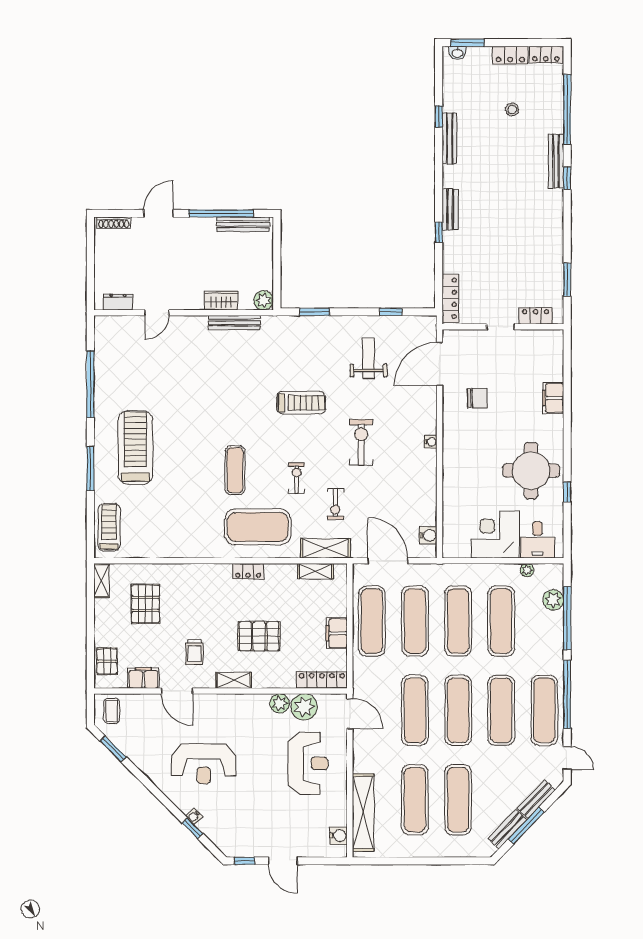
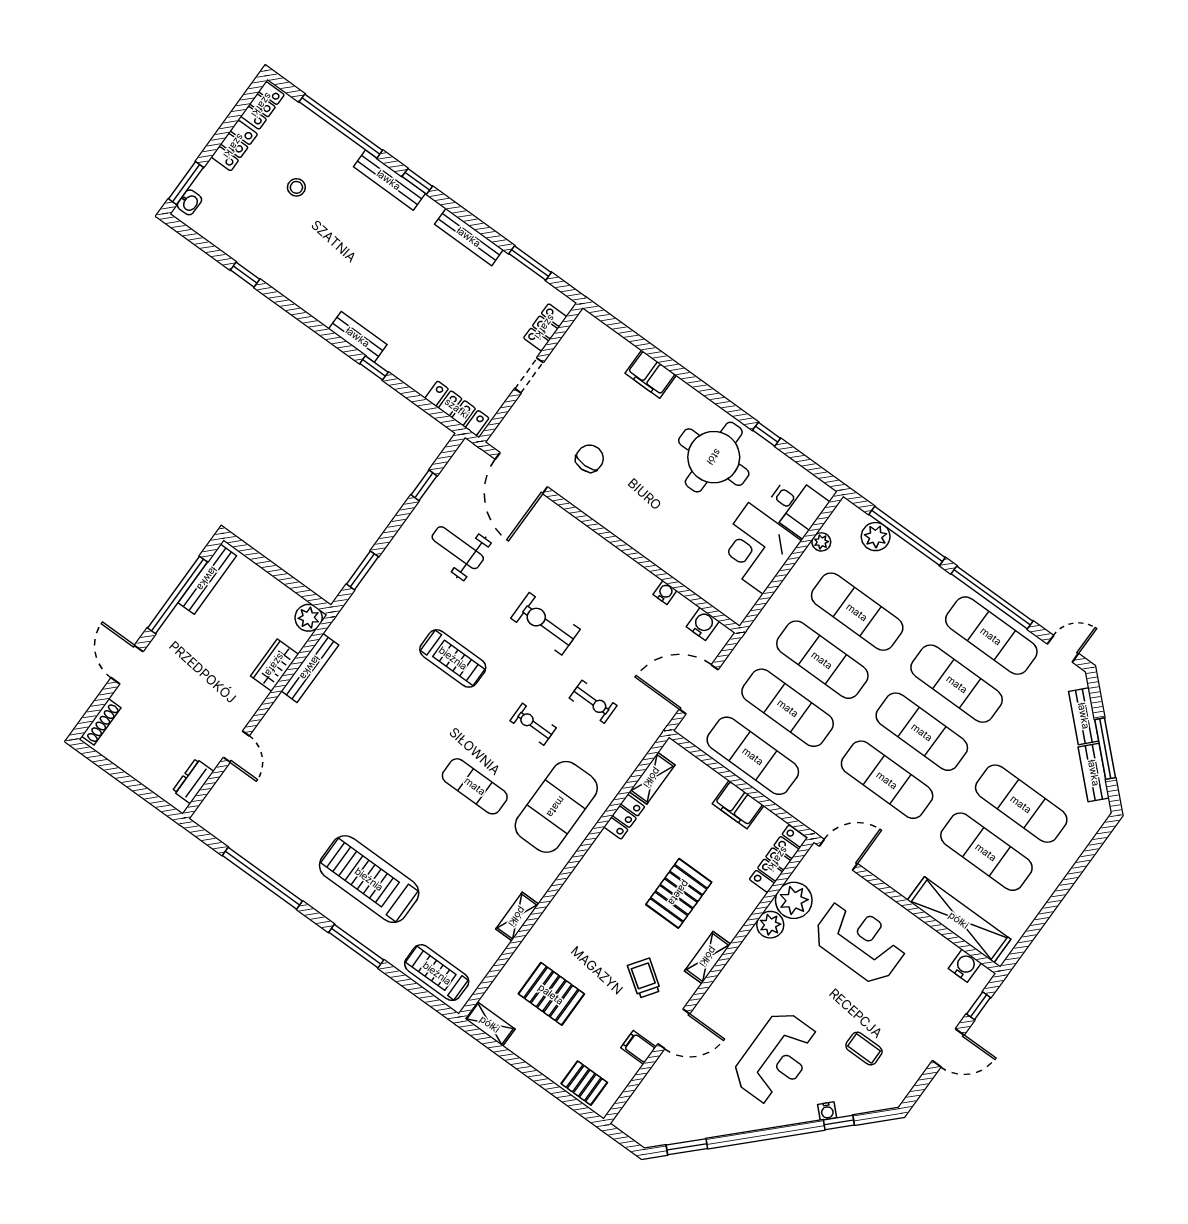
bench: (449, 138) -> (469, 237), moved
treadmill: (301, 403) -> (453, 658), turned 90
water cooler: (431, 442) -> (665, 592), moved
shelving: (325, 548) -> (517, 917), moved, width x0.67, depth x0.75
locker: (248, 571) -> (624, 817), moved
trolley: (194, 652) -> (644, 978), turned -145
filing cabinet: (143, 678) -> (638, 1047), width x0.50
coffee table: (112, 711) -> (864, 1049), moved
window: (245, 861) -> (979, 1006), moved

